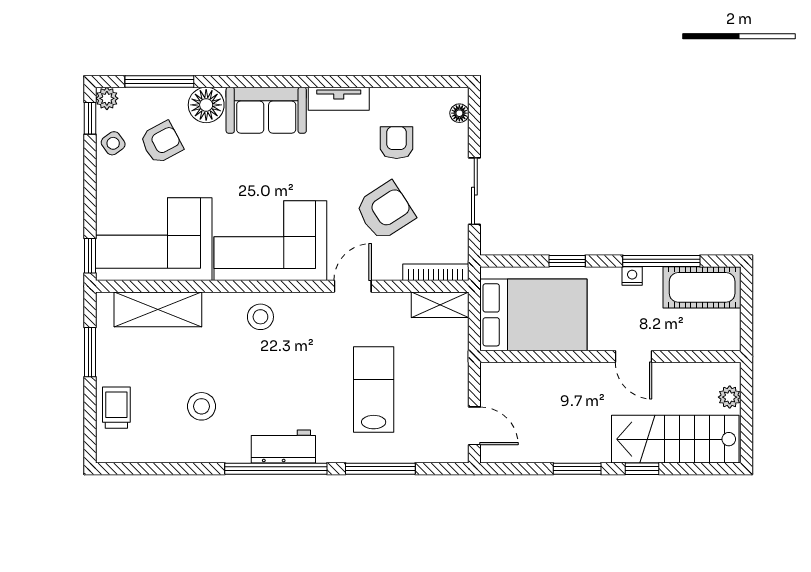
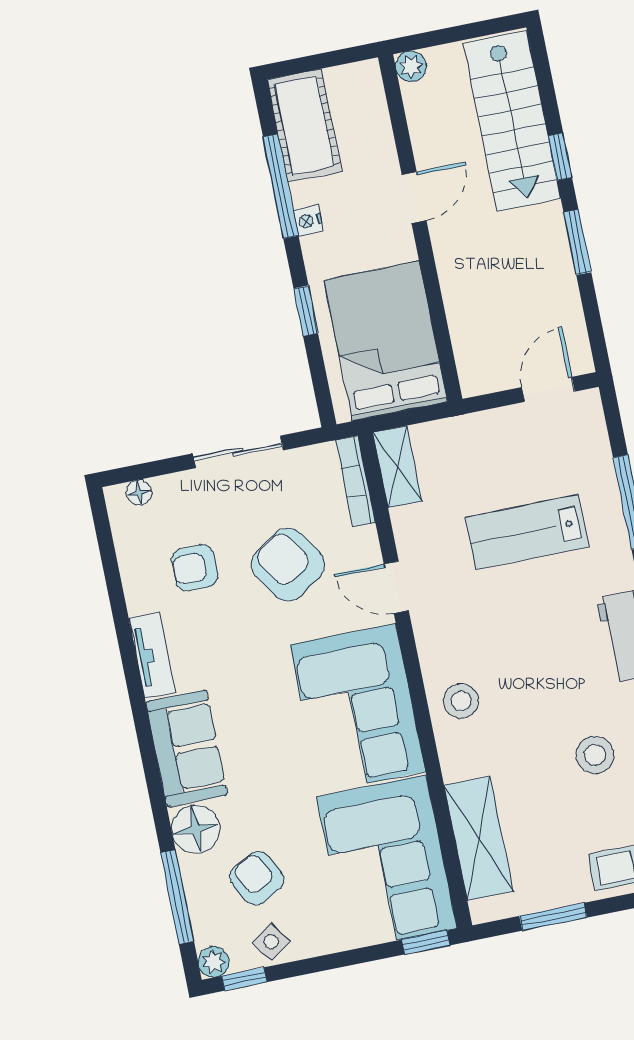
plant: (730, 397) -> (411, 66), moved

